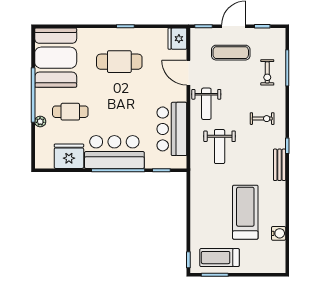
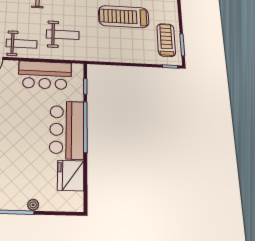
cafe table: (70, 112) -> (24, 173), removed
treadmill: (220, 258) -> (166, 40), turned 180

